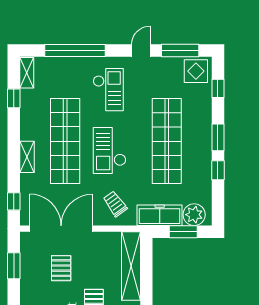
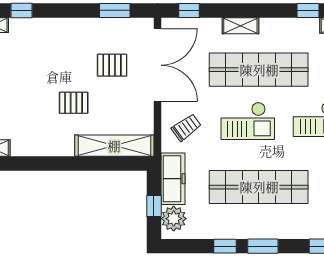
checkout: (110, 151) -> (248, 121), turned 180
window: (183, 232) -> (154, 206), width x0.67

